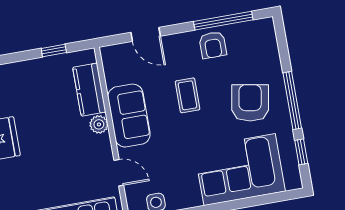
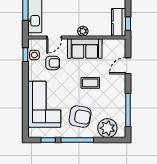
armchair: (213, 45) -> (53, 63), moved, turned 180
window: (54, 50) -> (128, 24), moved
plant: (262, 51) -> (107, 128), added
kitchen counter: (89, 90) -> (119, 22), moved, turned -90

